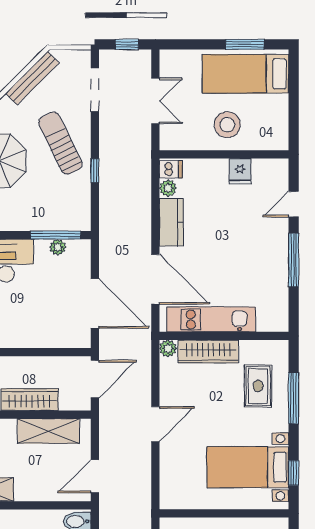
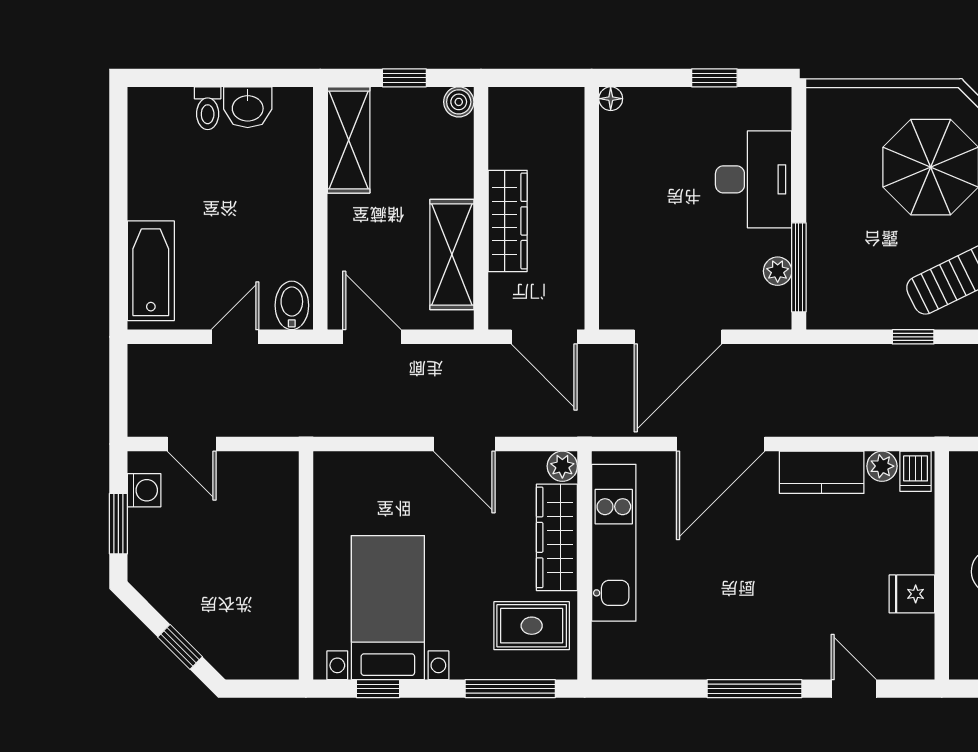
kitchen unit: (211, 319) -> (614, 543), moved
wall: (224, 336) -> (585, 565), moved
plant: (168, 349) -> (562, 466), moved
wardrobe: (208, 352) -> (557, 537), moved

